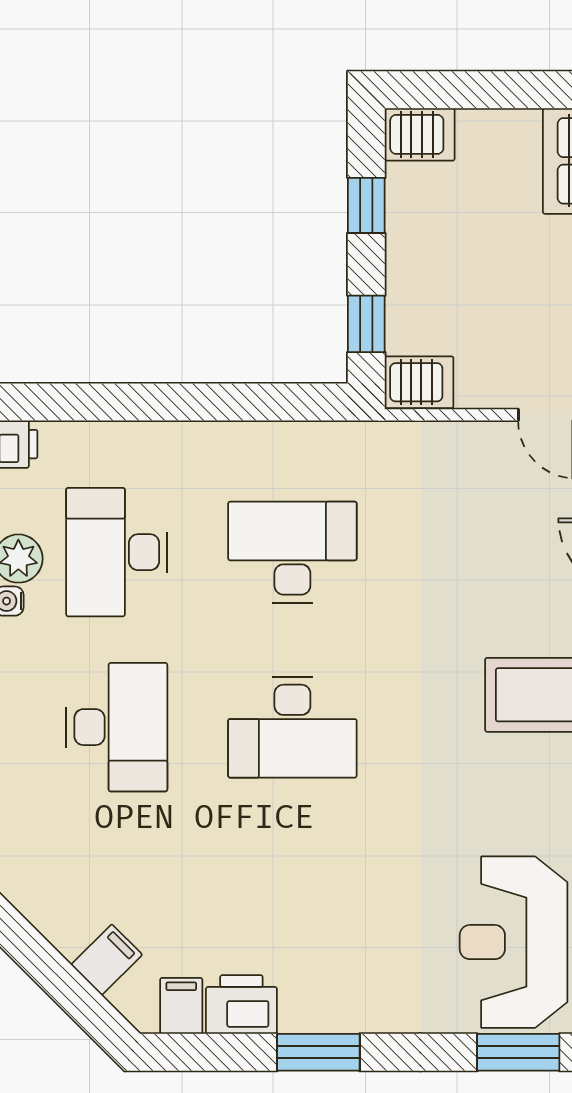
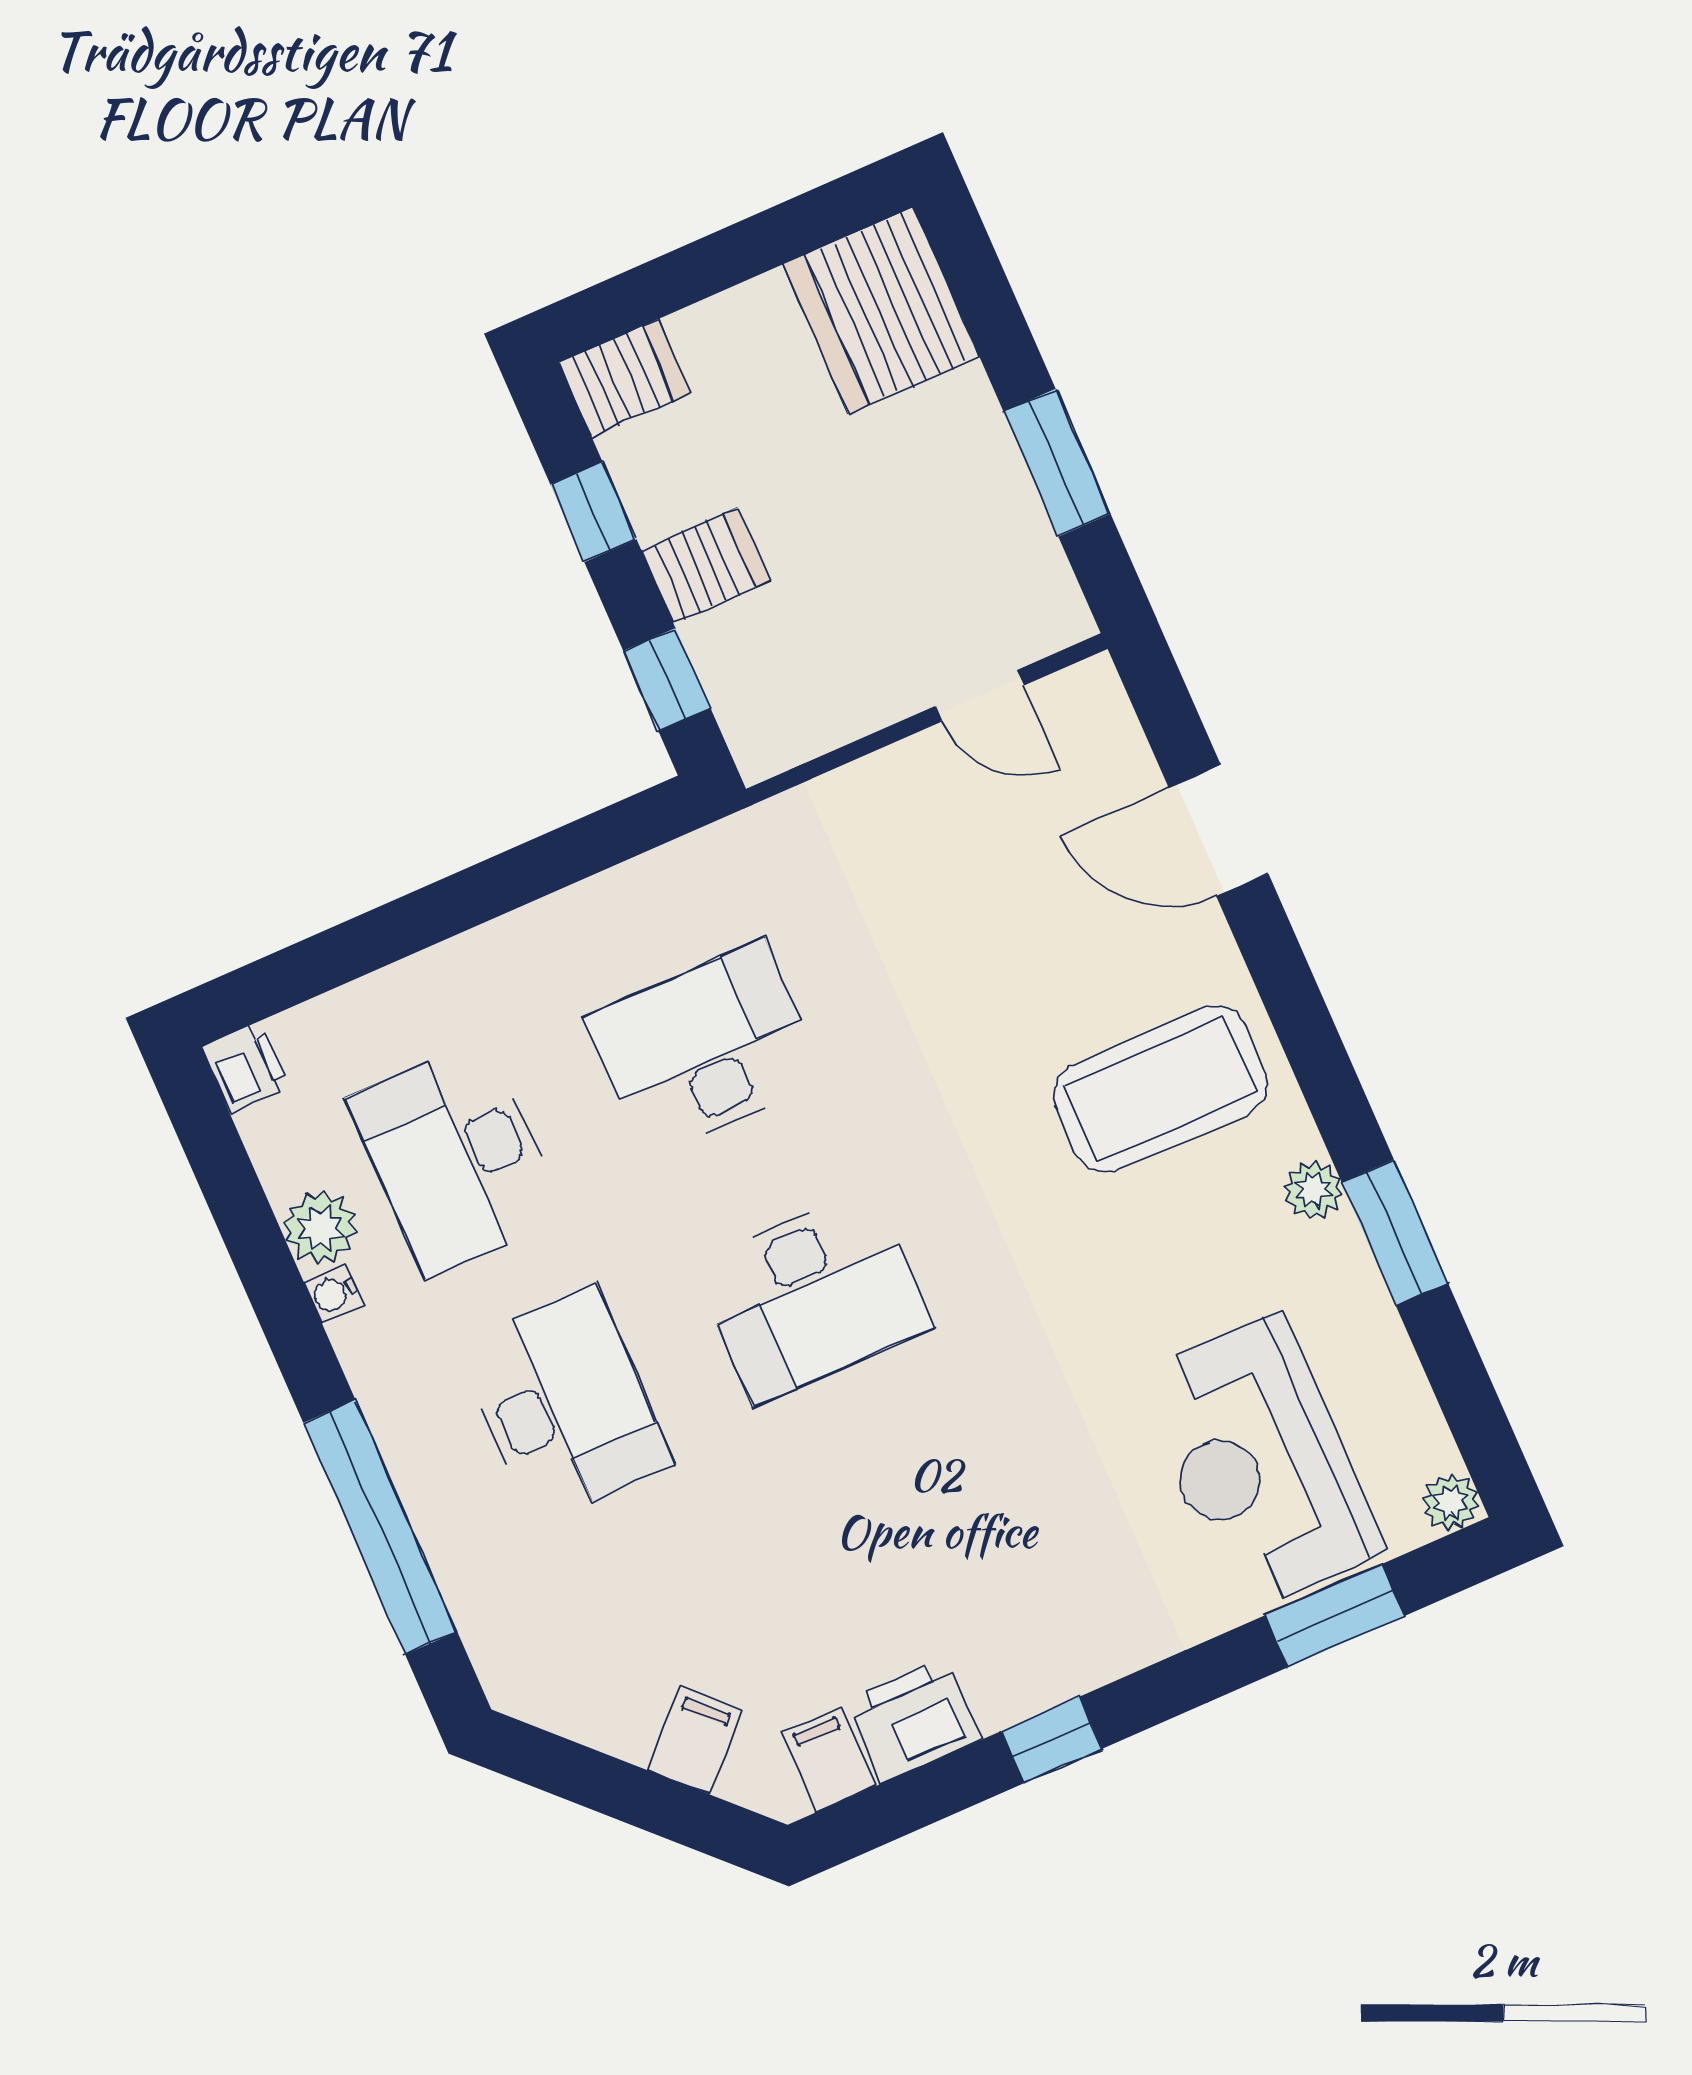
server rack: (419, 382) -> (706, 565), moved
window: (318, 1052) -> (1052, 1740), width x0.67

